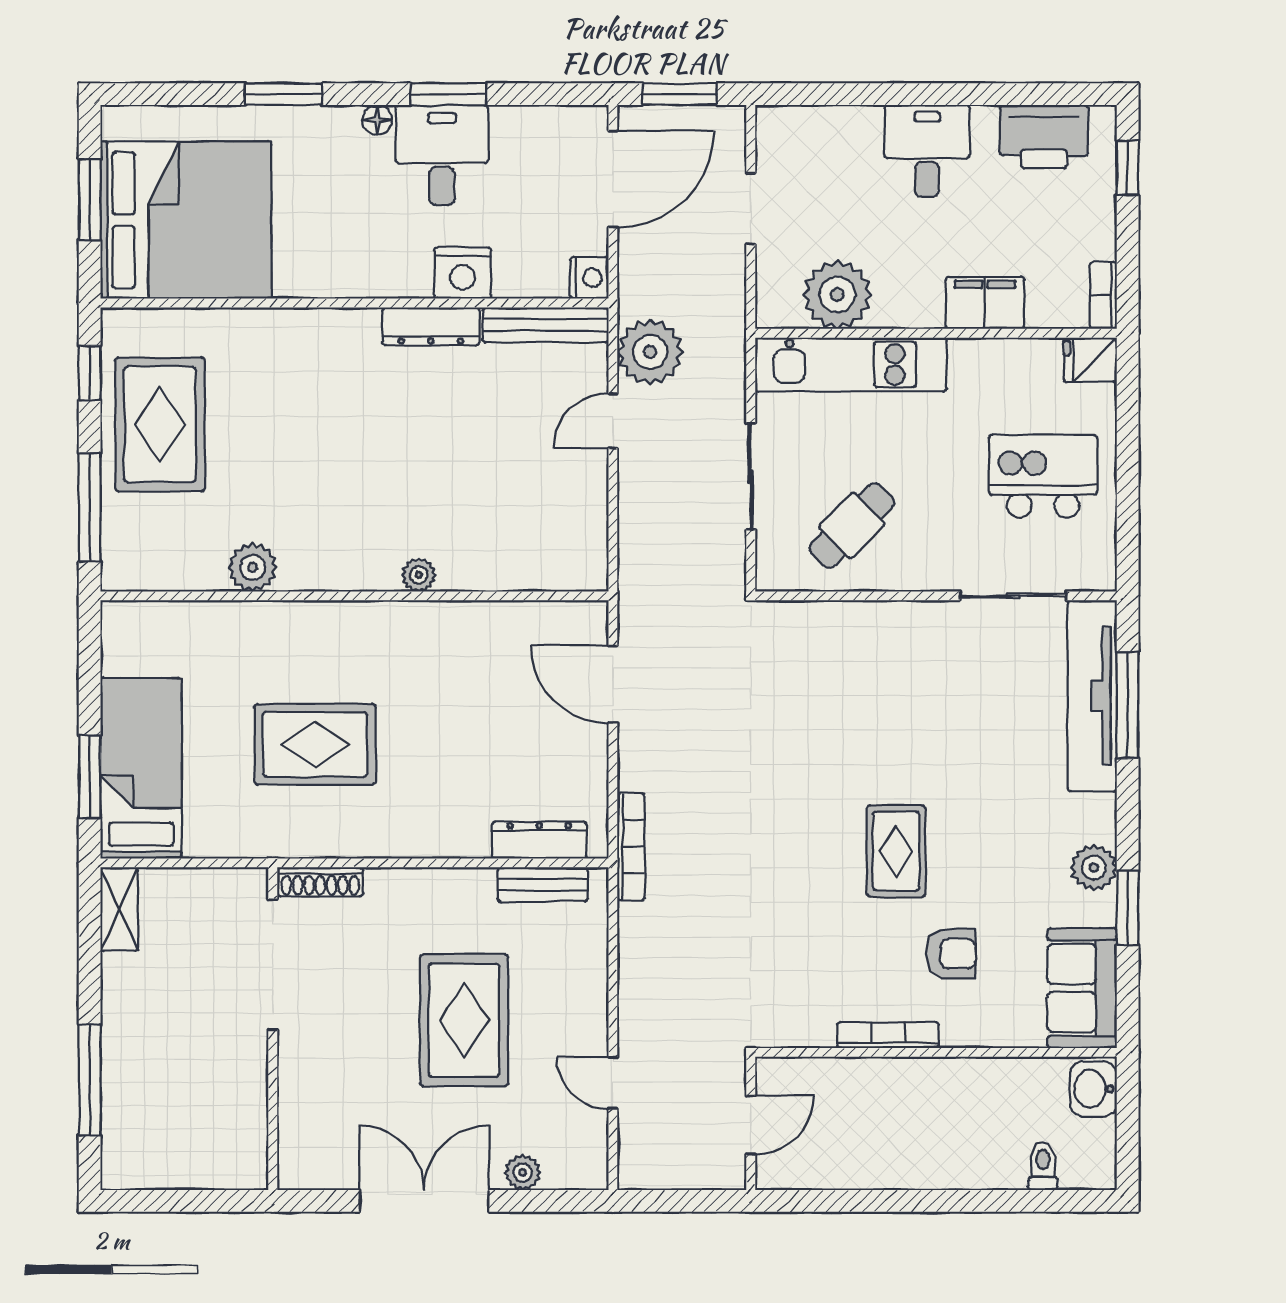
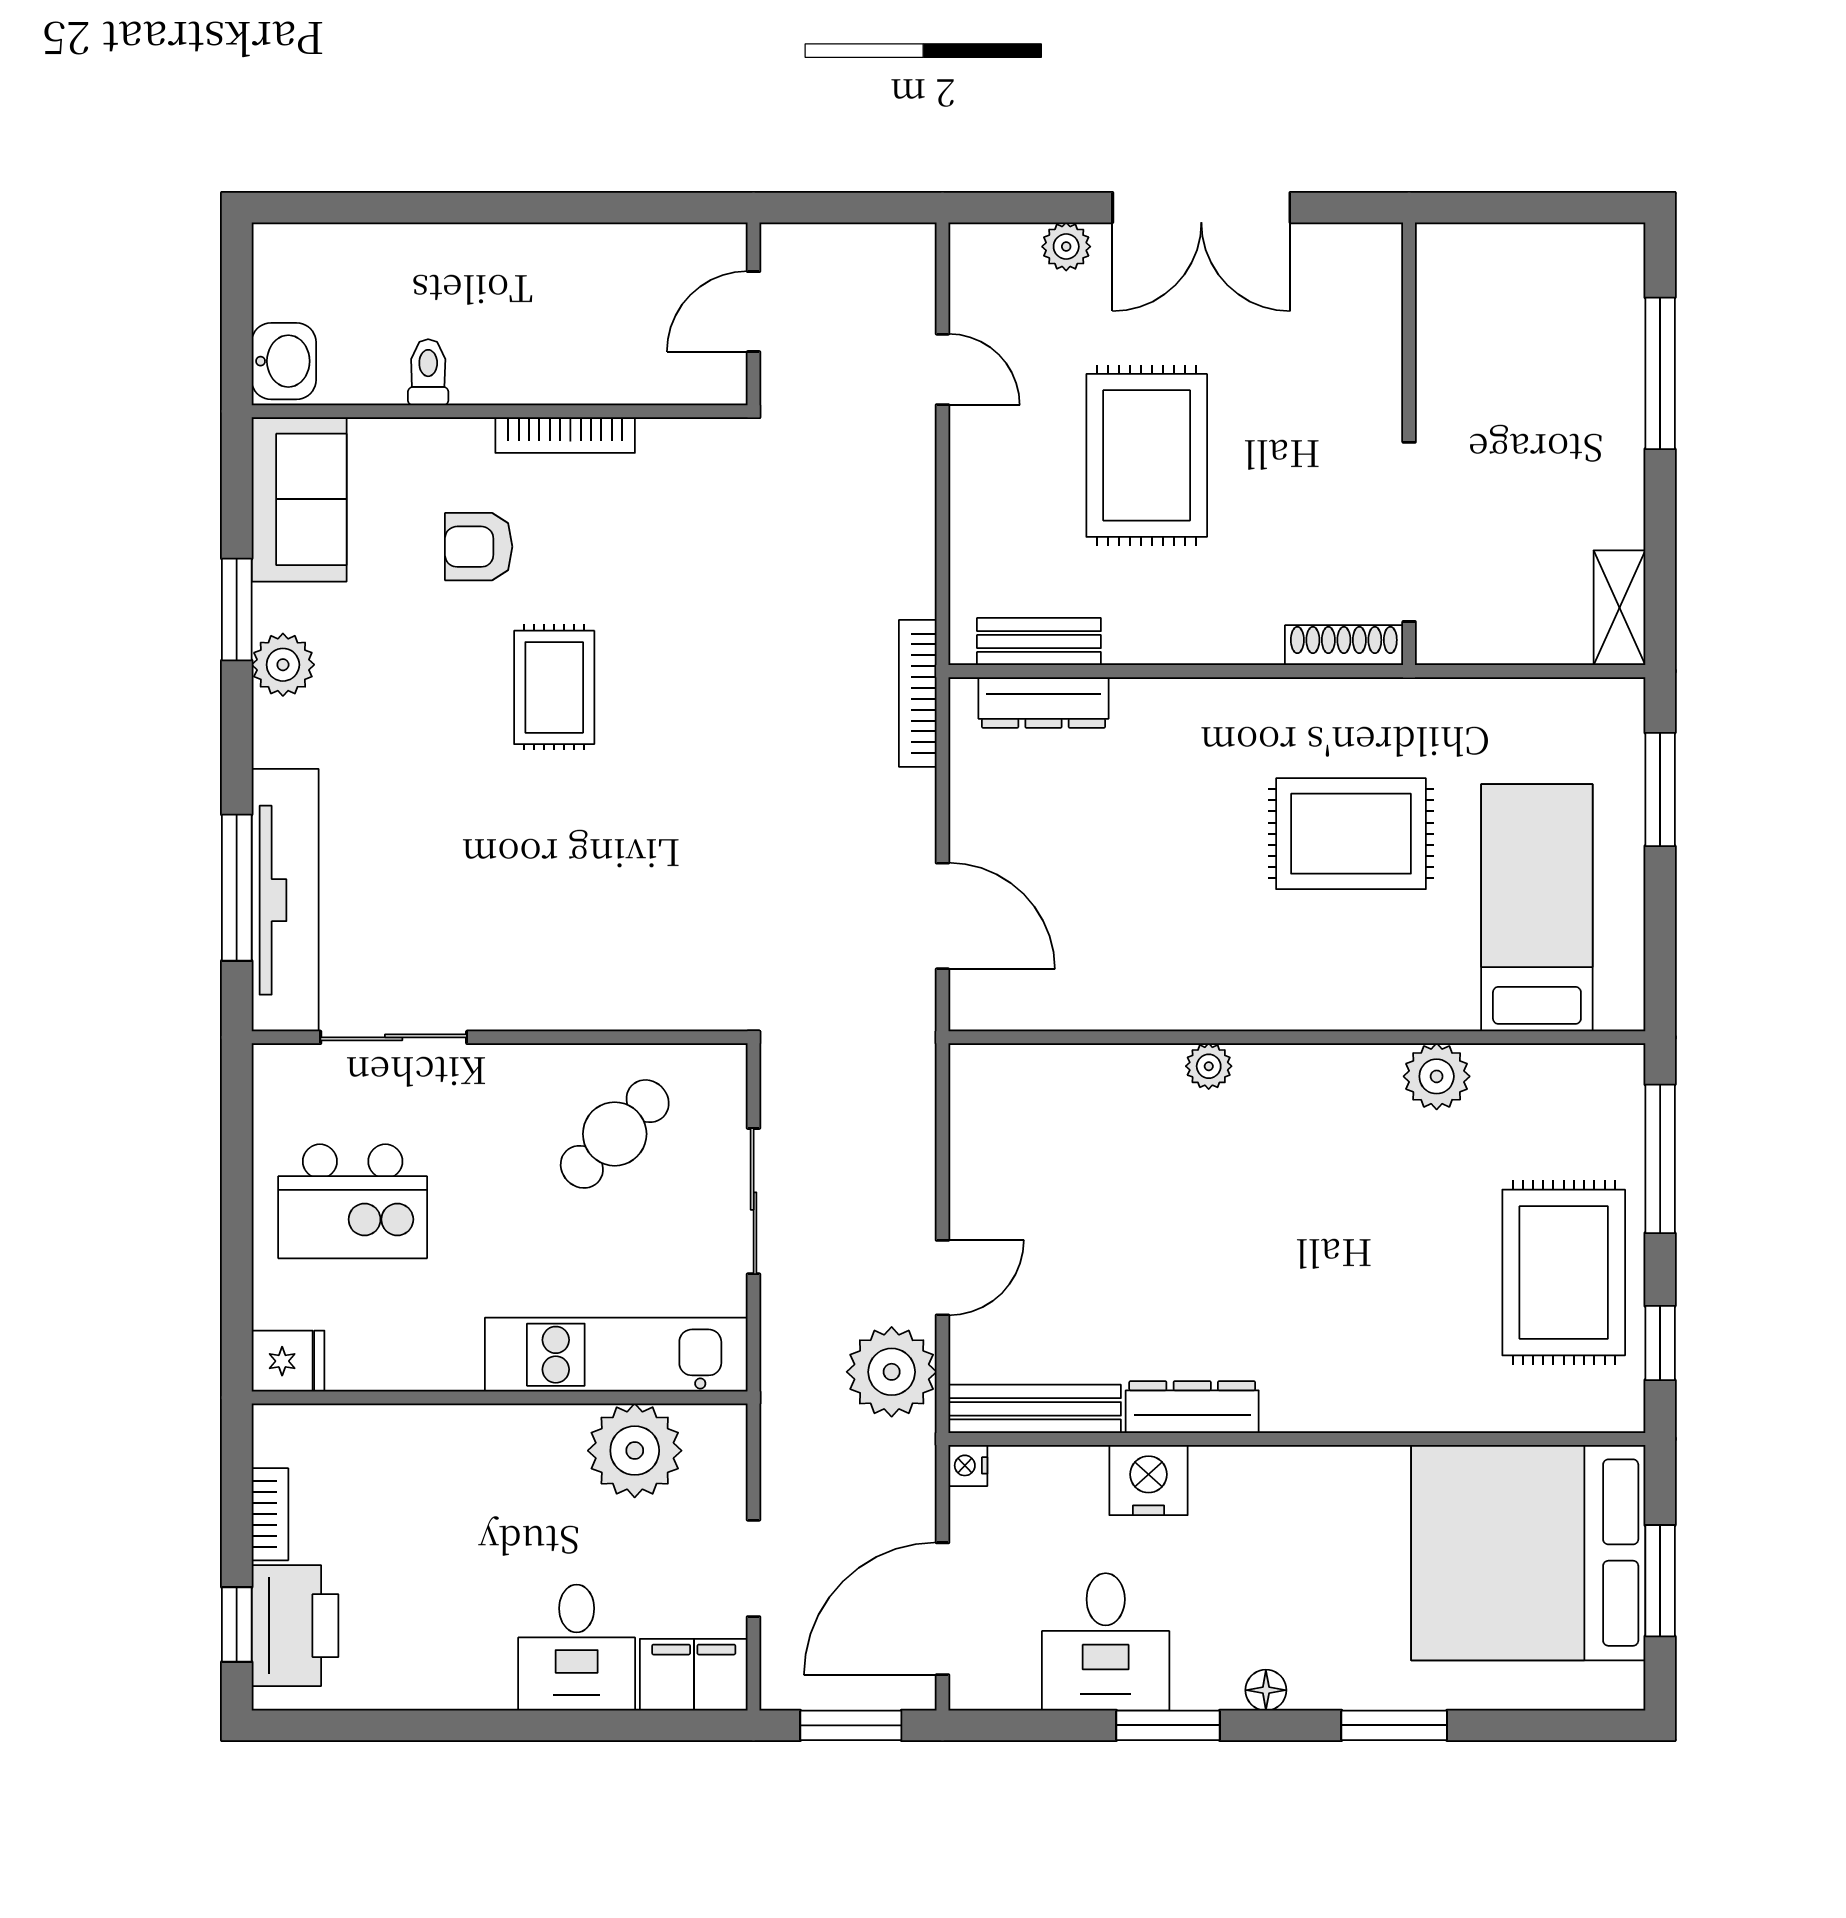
printer: (1044, 137) -> (295, 1626), moved, turned 90
desk: (927, 151) -> (577, 1648), moved
desk: (442, 155) -> (1106, 1642), moved
nightstand: (589, 278) -> (968, 1465), width x0.72, depth x0.74
bookcase: (1103, 295) -> (270, 1514), moved
filing cabinet: (985, 303) -> (694, 1675), moved, turned 180
bed: (141, 768) -> (1537, 908), moved, turned 180
toilet: (1043, 1166) -> (428, 372), moved, turned 180

